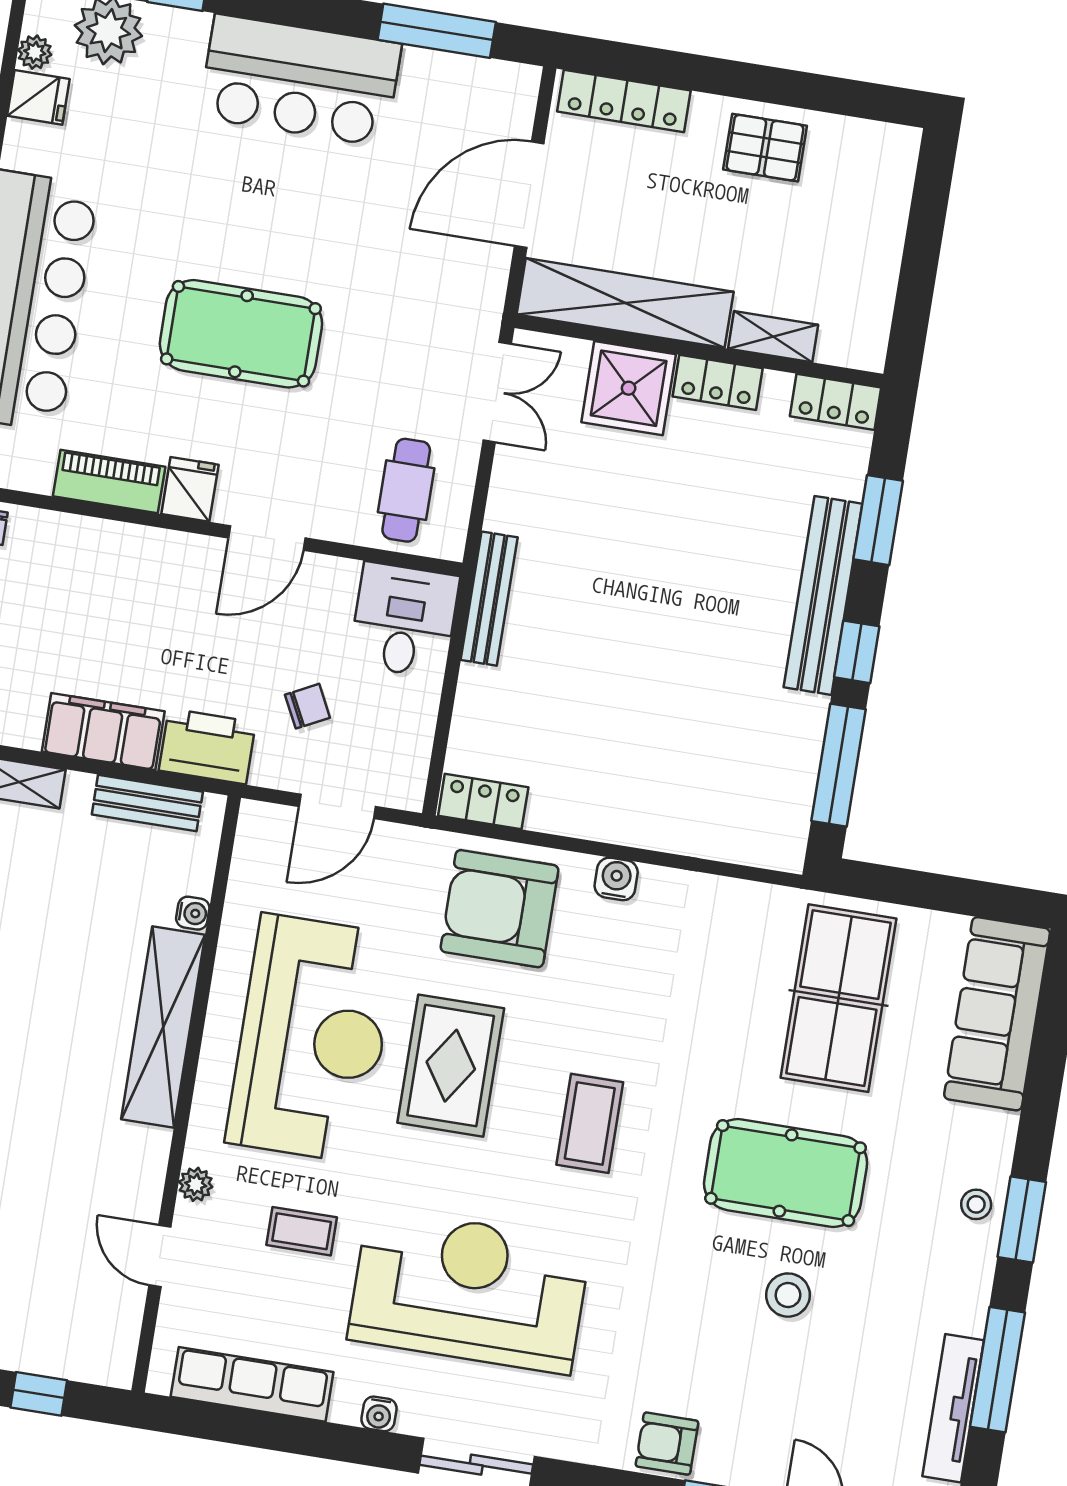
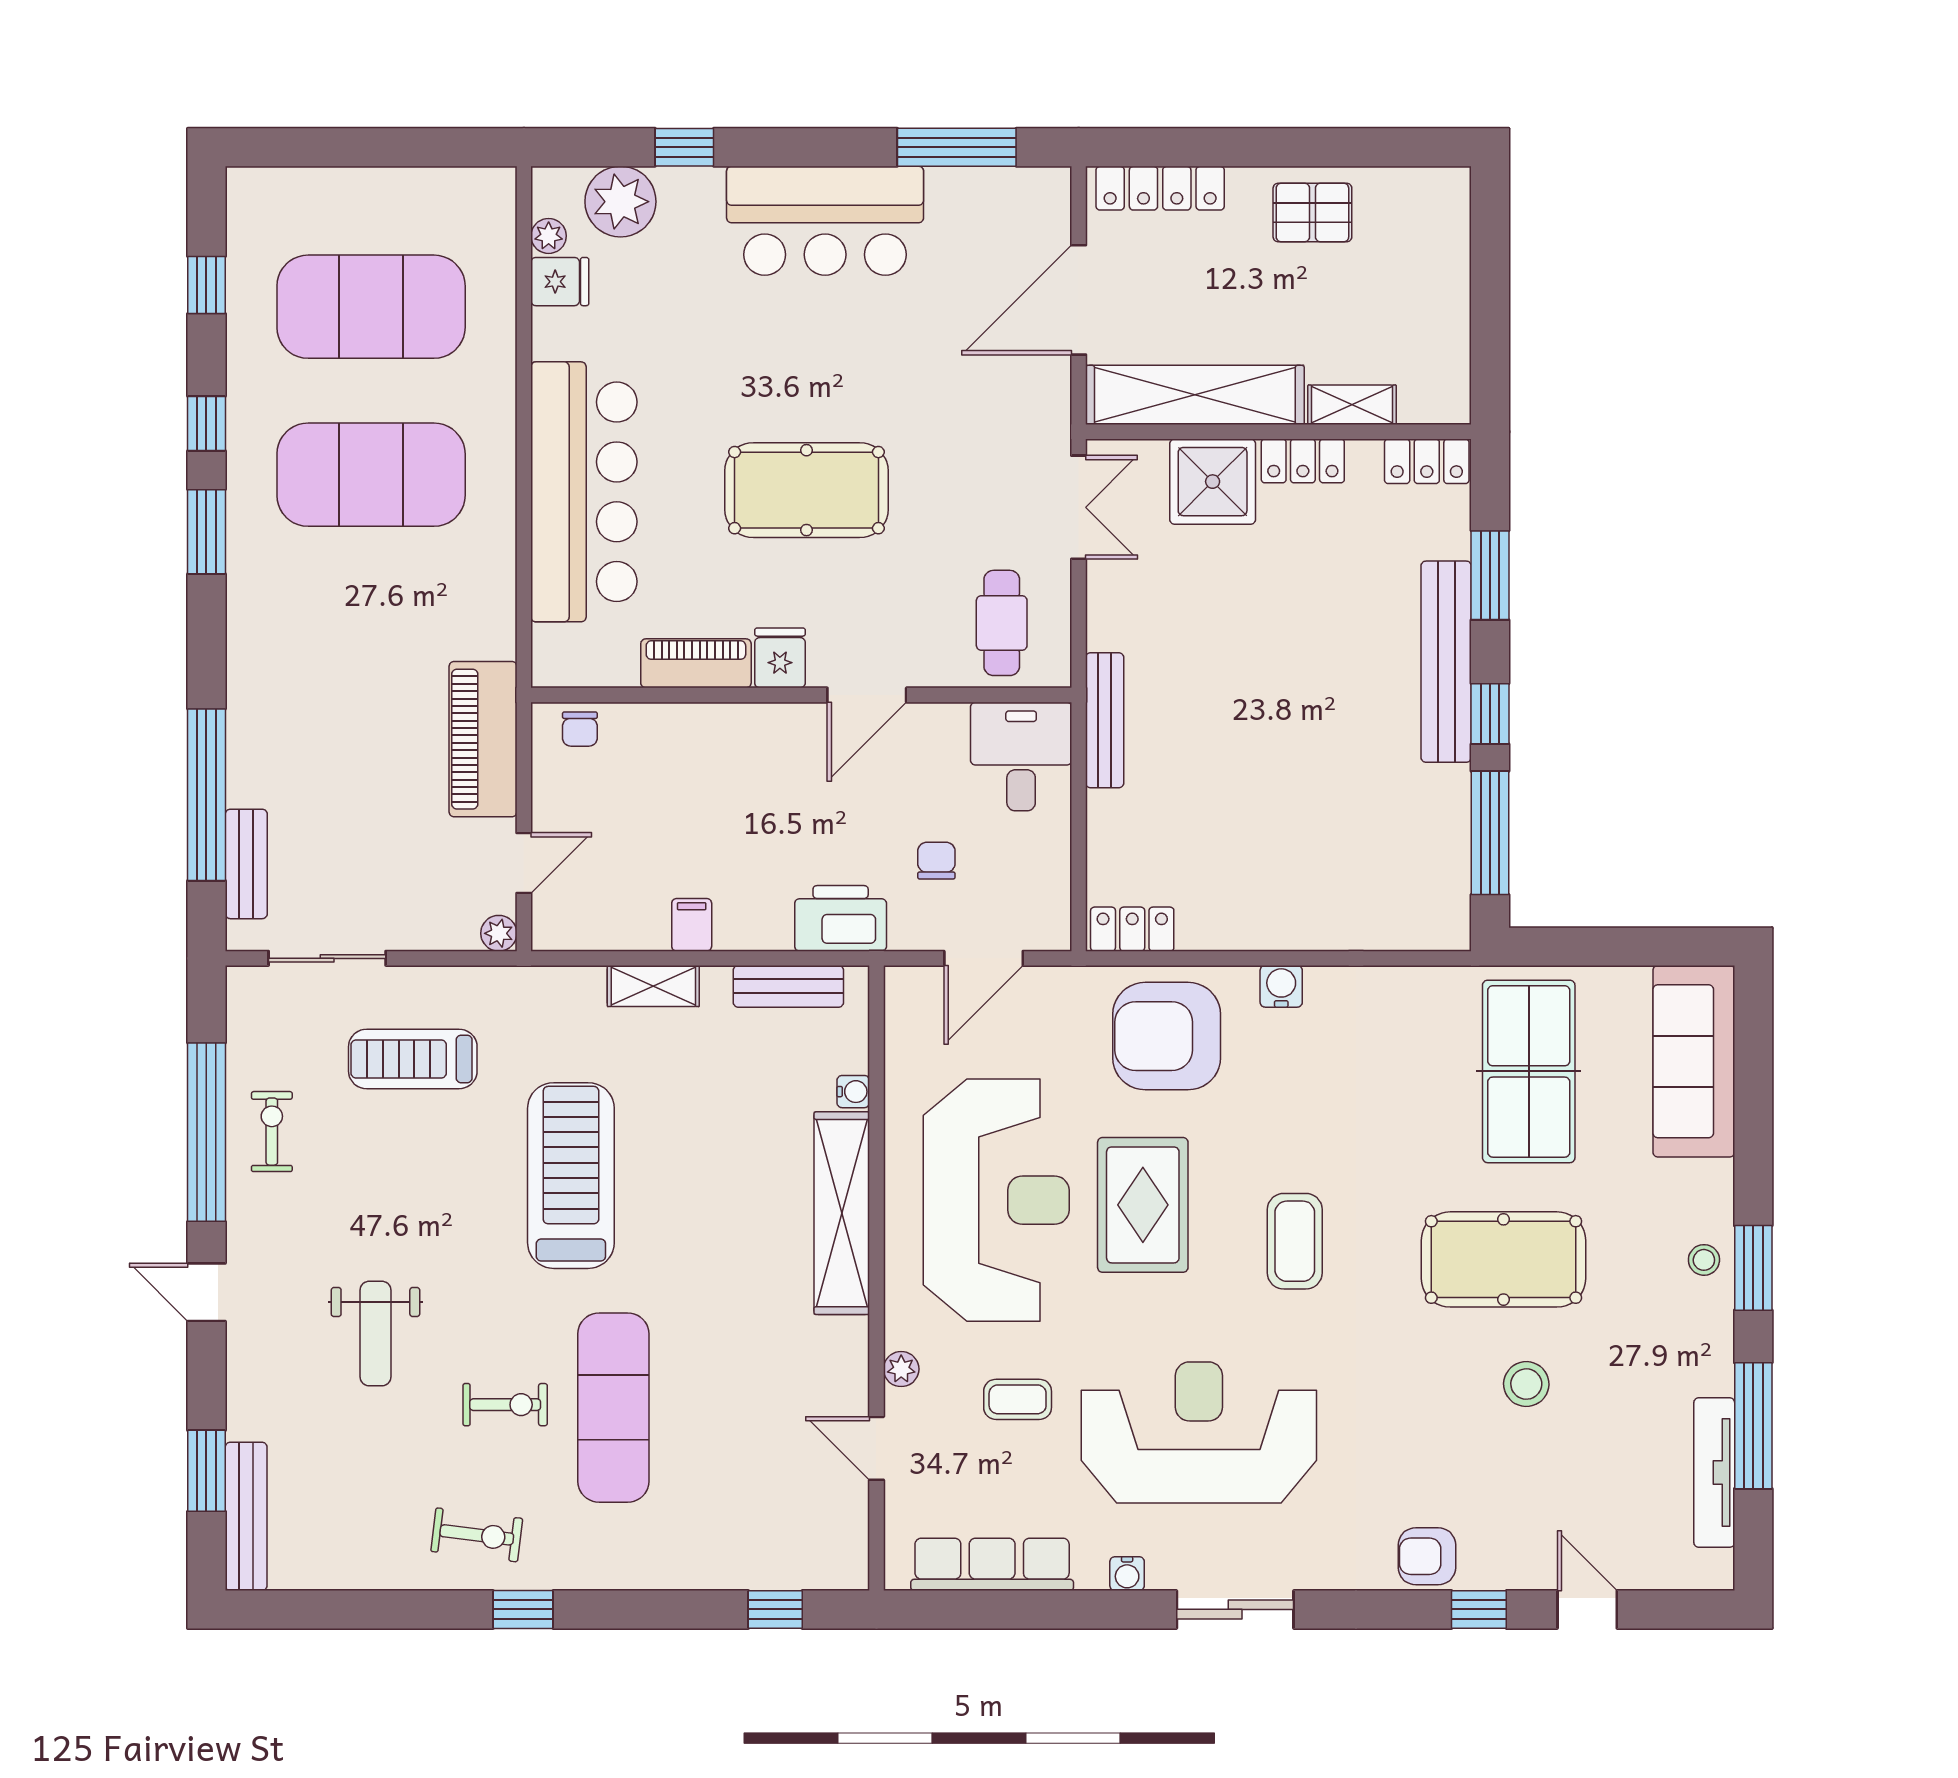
chair: (307, 706) -> (936, 861), turned -63
filing cabinet: (103, 731) -> (692, 925), width x0.33, depth x0.86

